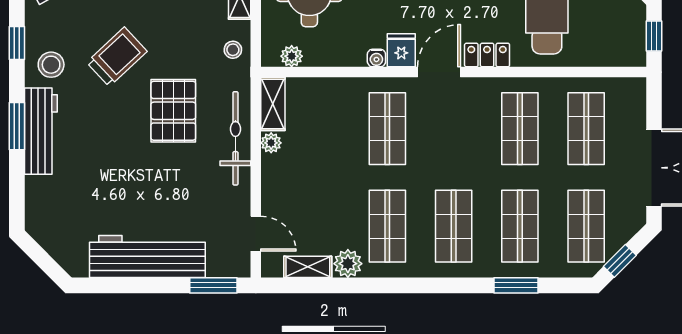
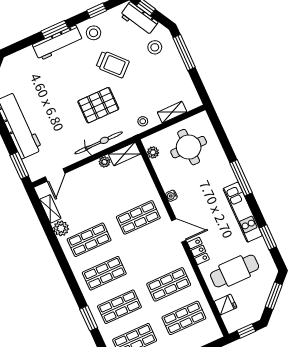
fridge: (401, 50) -> (226, 305), moved

